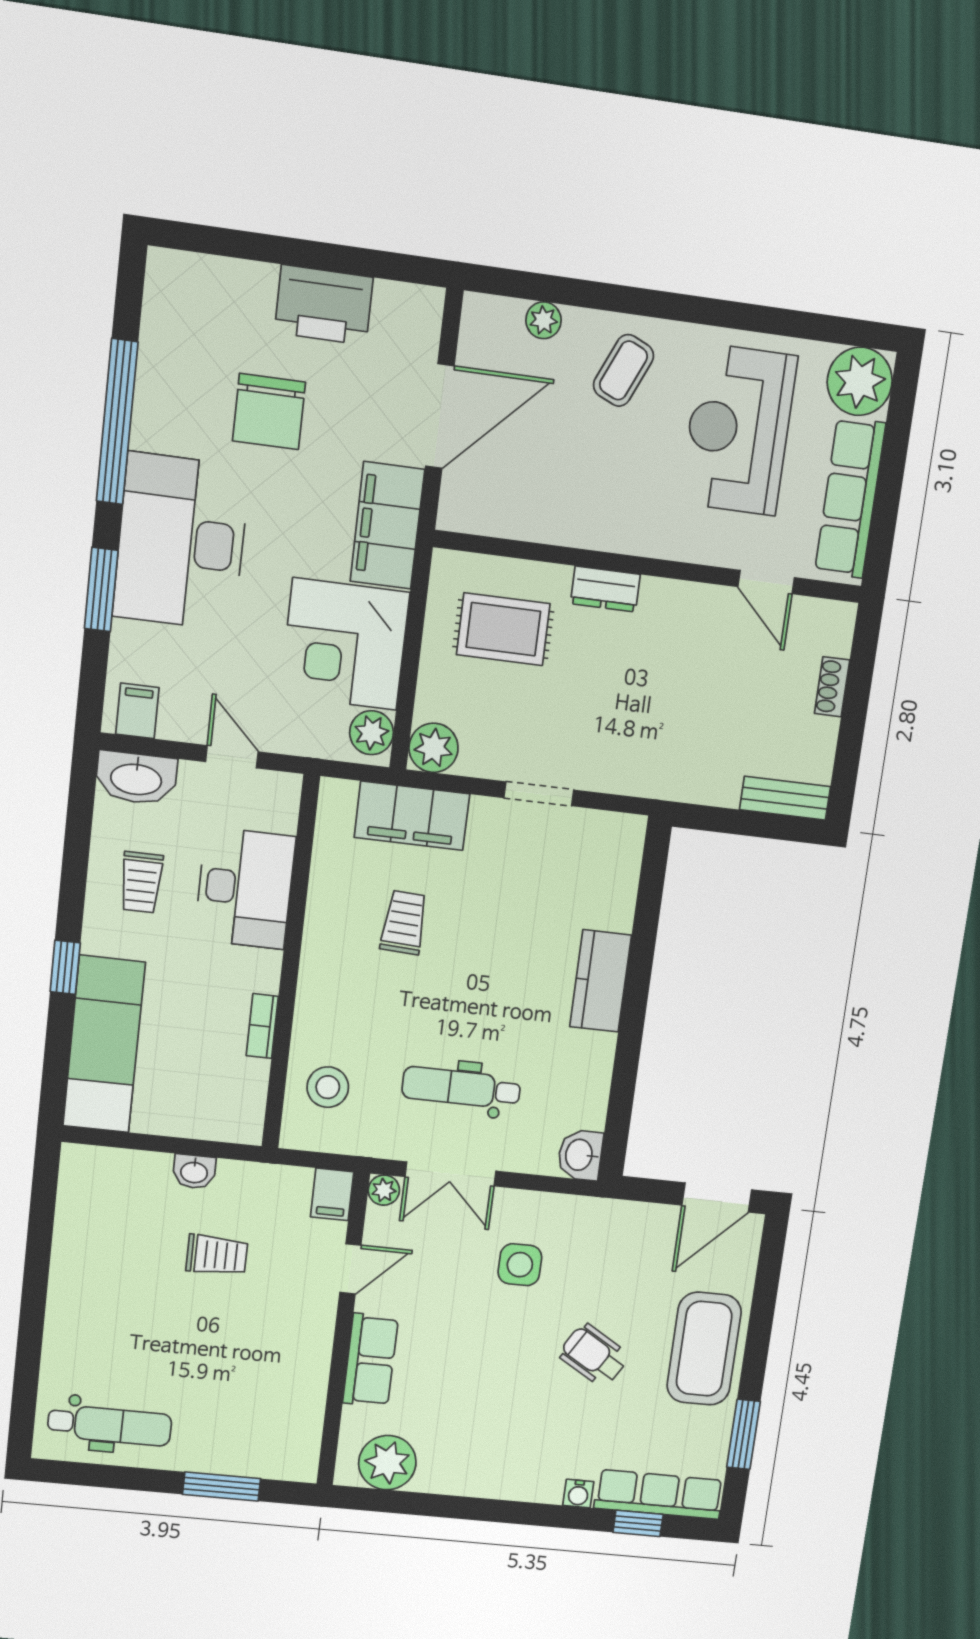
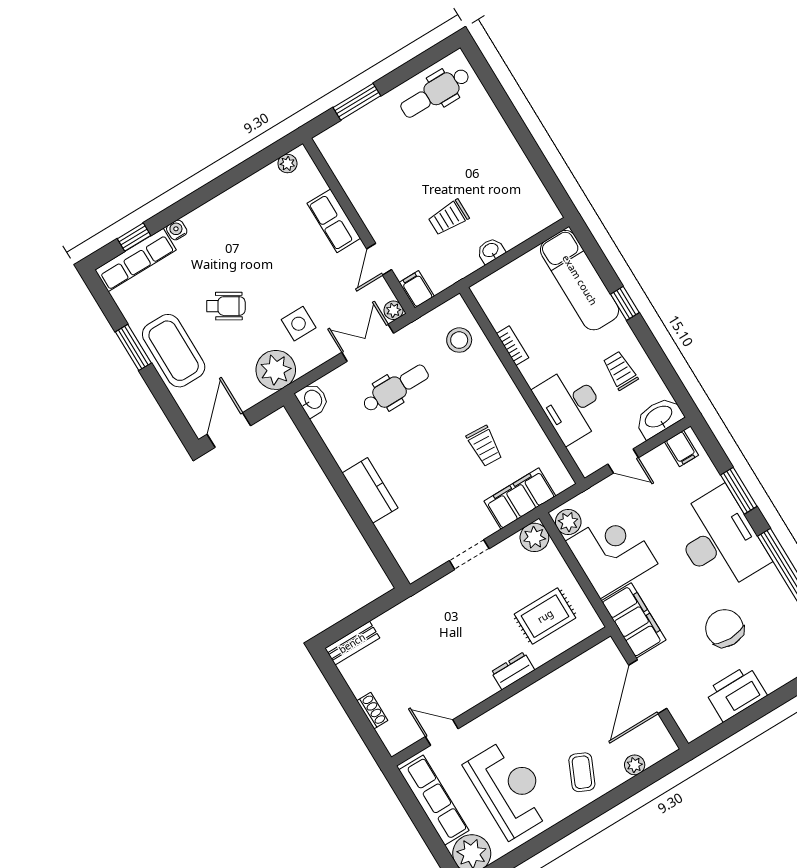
plant: (596, 1228) -> (276, 370), added
window: (743, 1434) -> (133, 347), moved
plant: (387, 1463) -> (287, 164), width x0.53, depth x0.53

